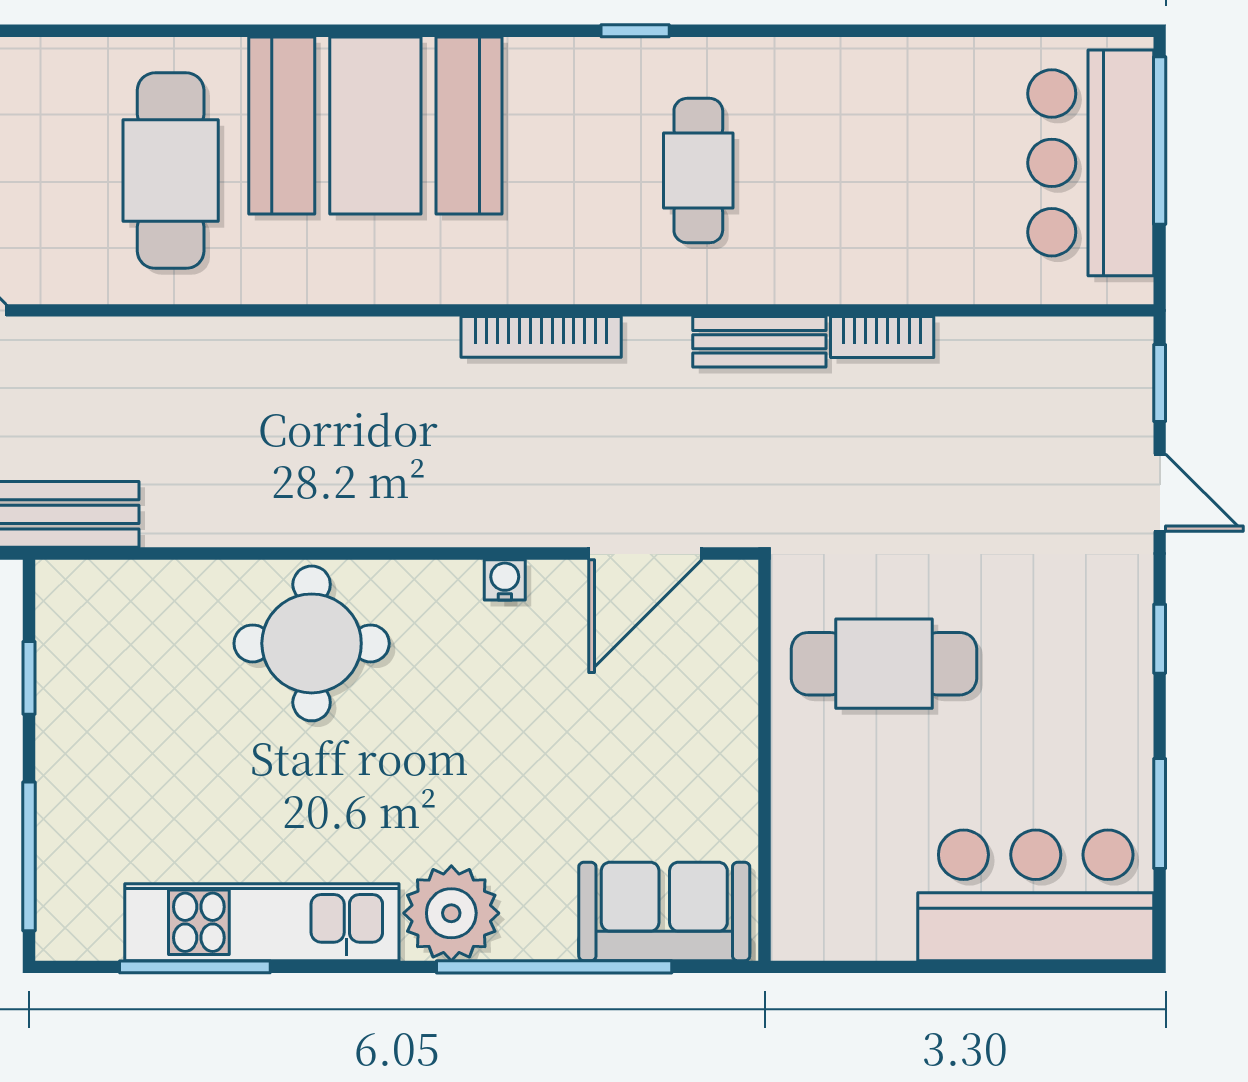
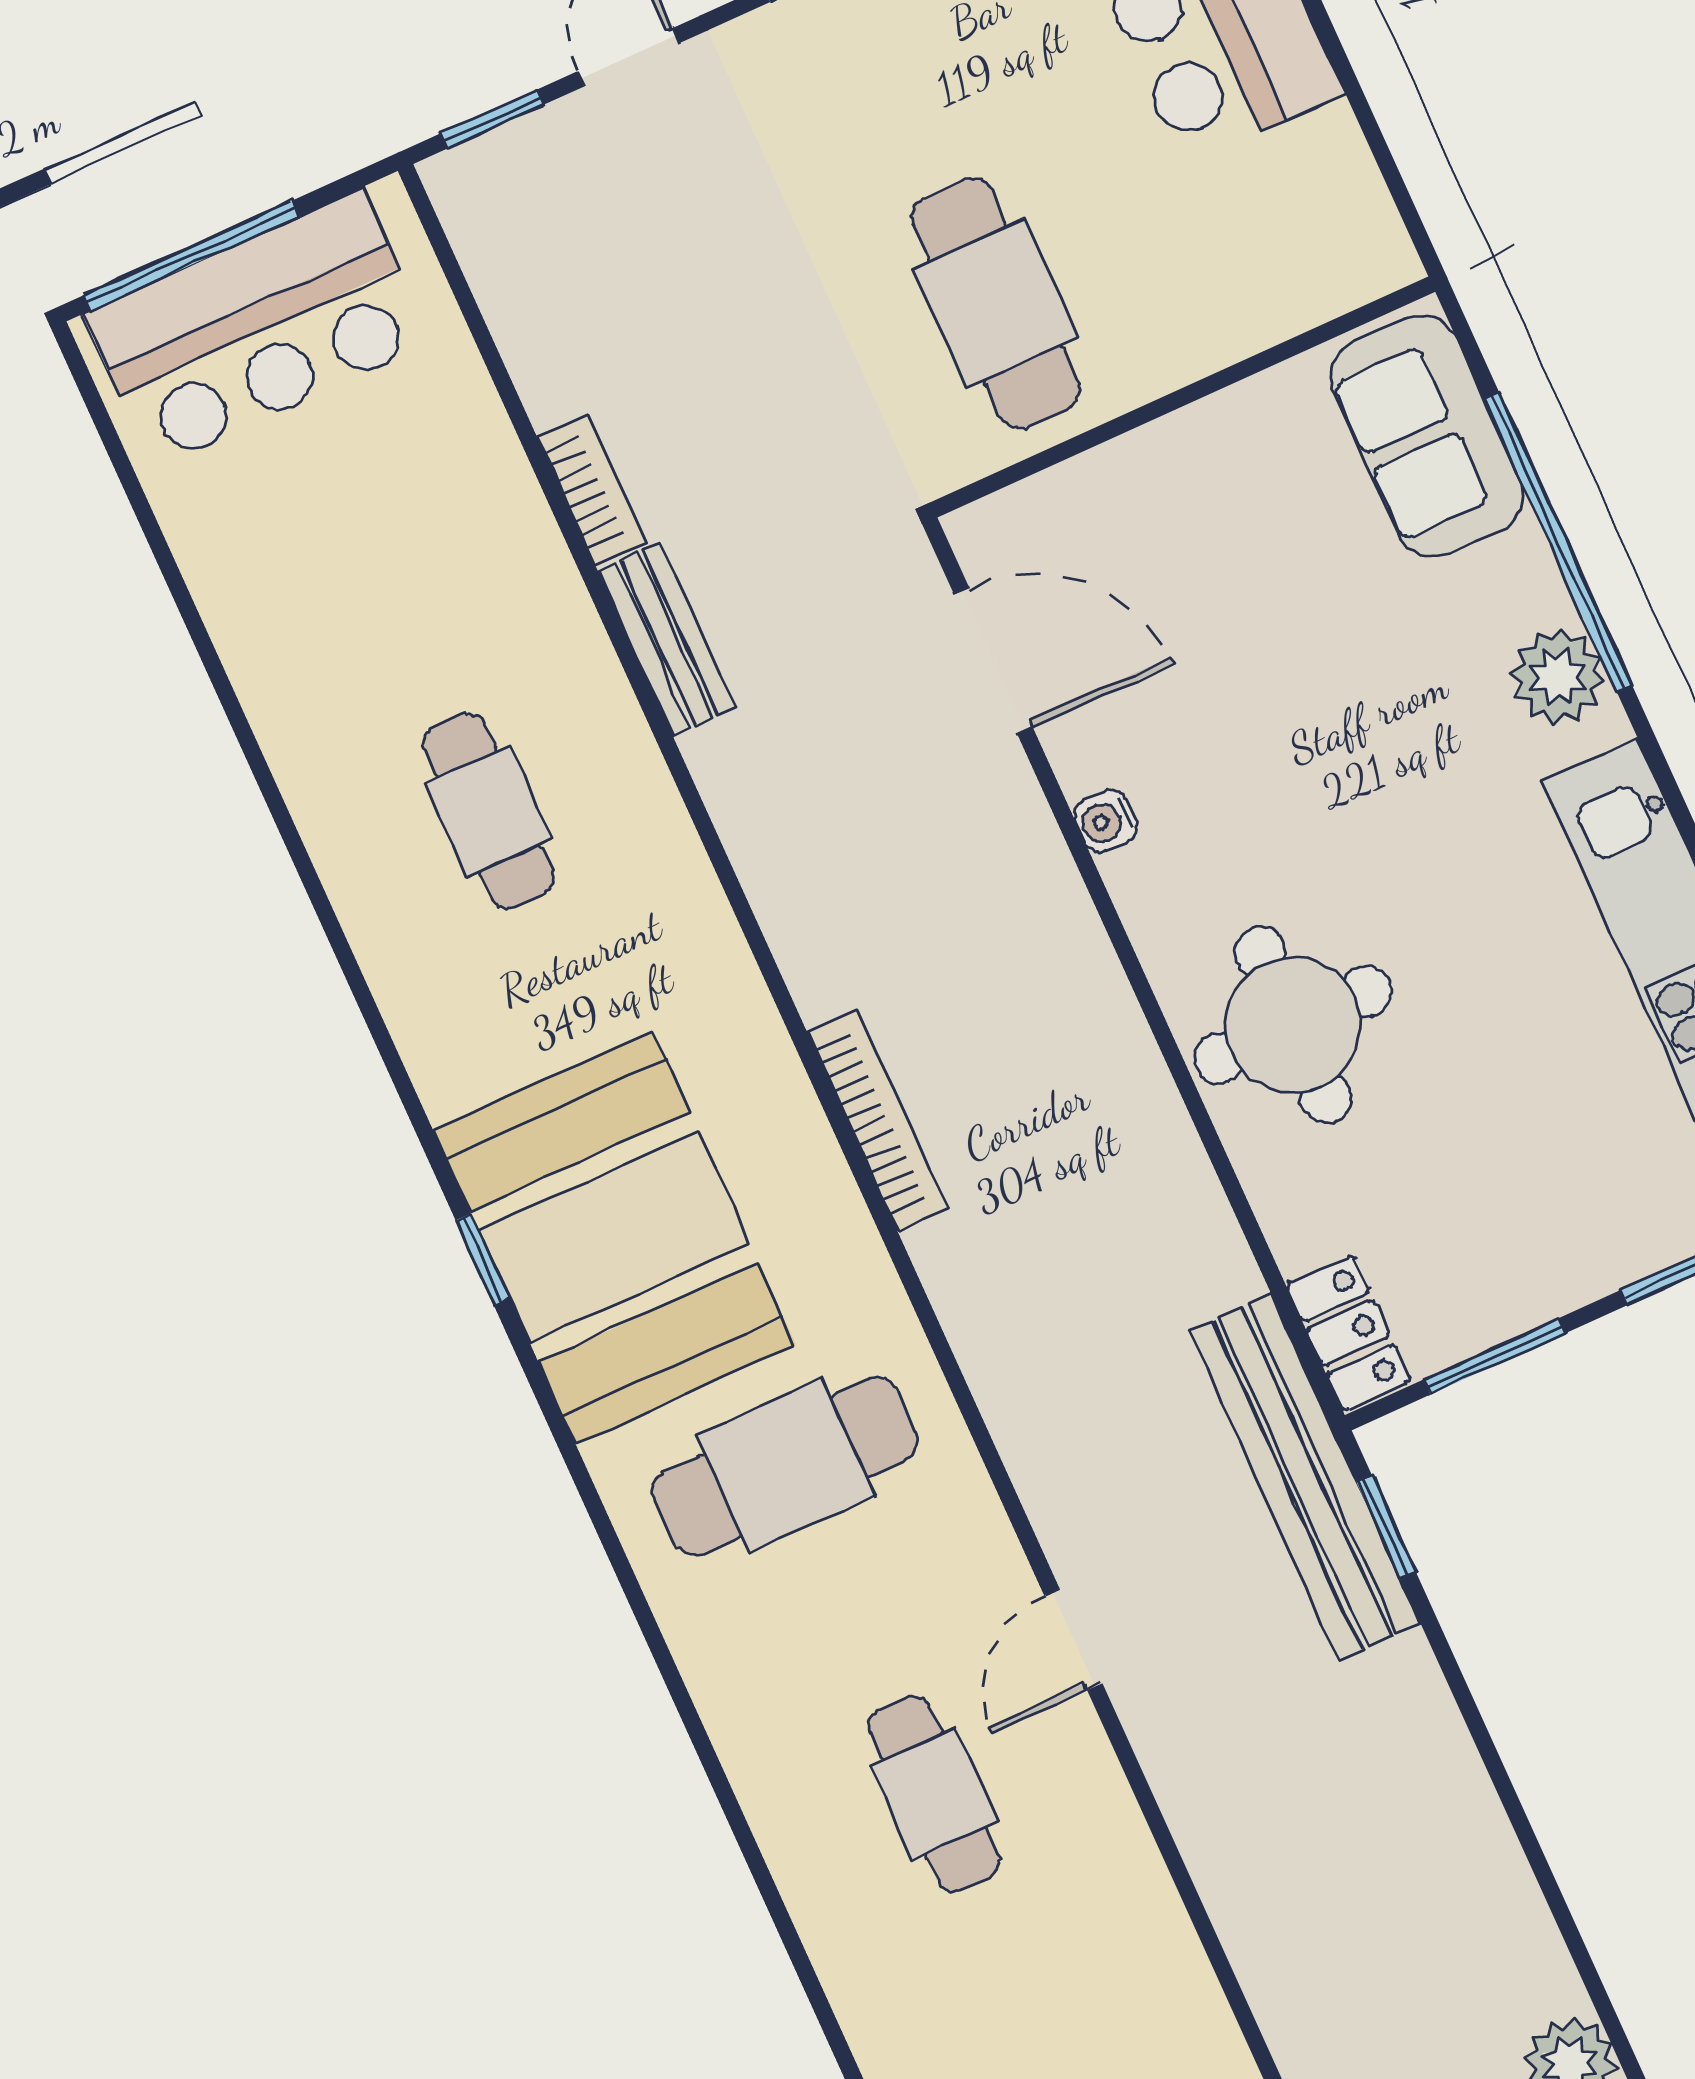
window: (635, 31) -> (482, 1259), moved
cafe table: (698, 171) -> (488, 811), turned 90
bookcase: (541, 337) -> (878, 1121), moved
locker: (89, 587) -> (1348, 1333), added
window: (29, 678) -> (1495, 1356), width x1.50
plant: (451, 913) -> (1558, 677), width x0.73, depth x0.73

